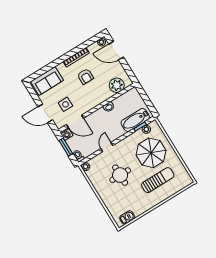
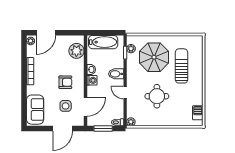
armchair: (85, 76) -> (65, 82), moved
bathtub: (135, 120) -> (103, 42), moved, turned -90
bidet: (118, 130) -> (116, 74), added
washing machine: (66, 134) -> (92, 80), moved

